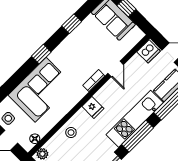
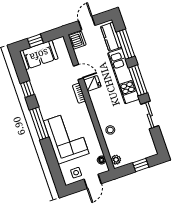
window: (41, 54) -> (39, 123), width x2.17
fridge: (93, 107) -> (92, 83), moved

